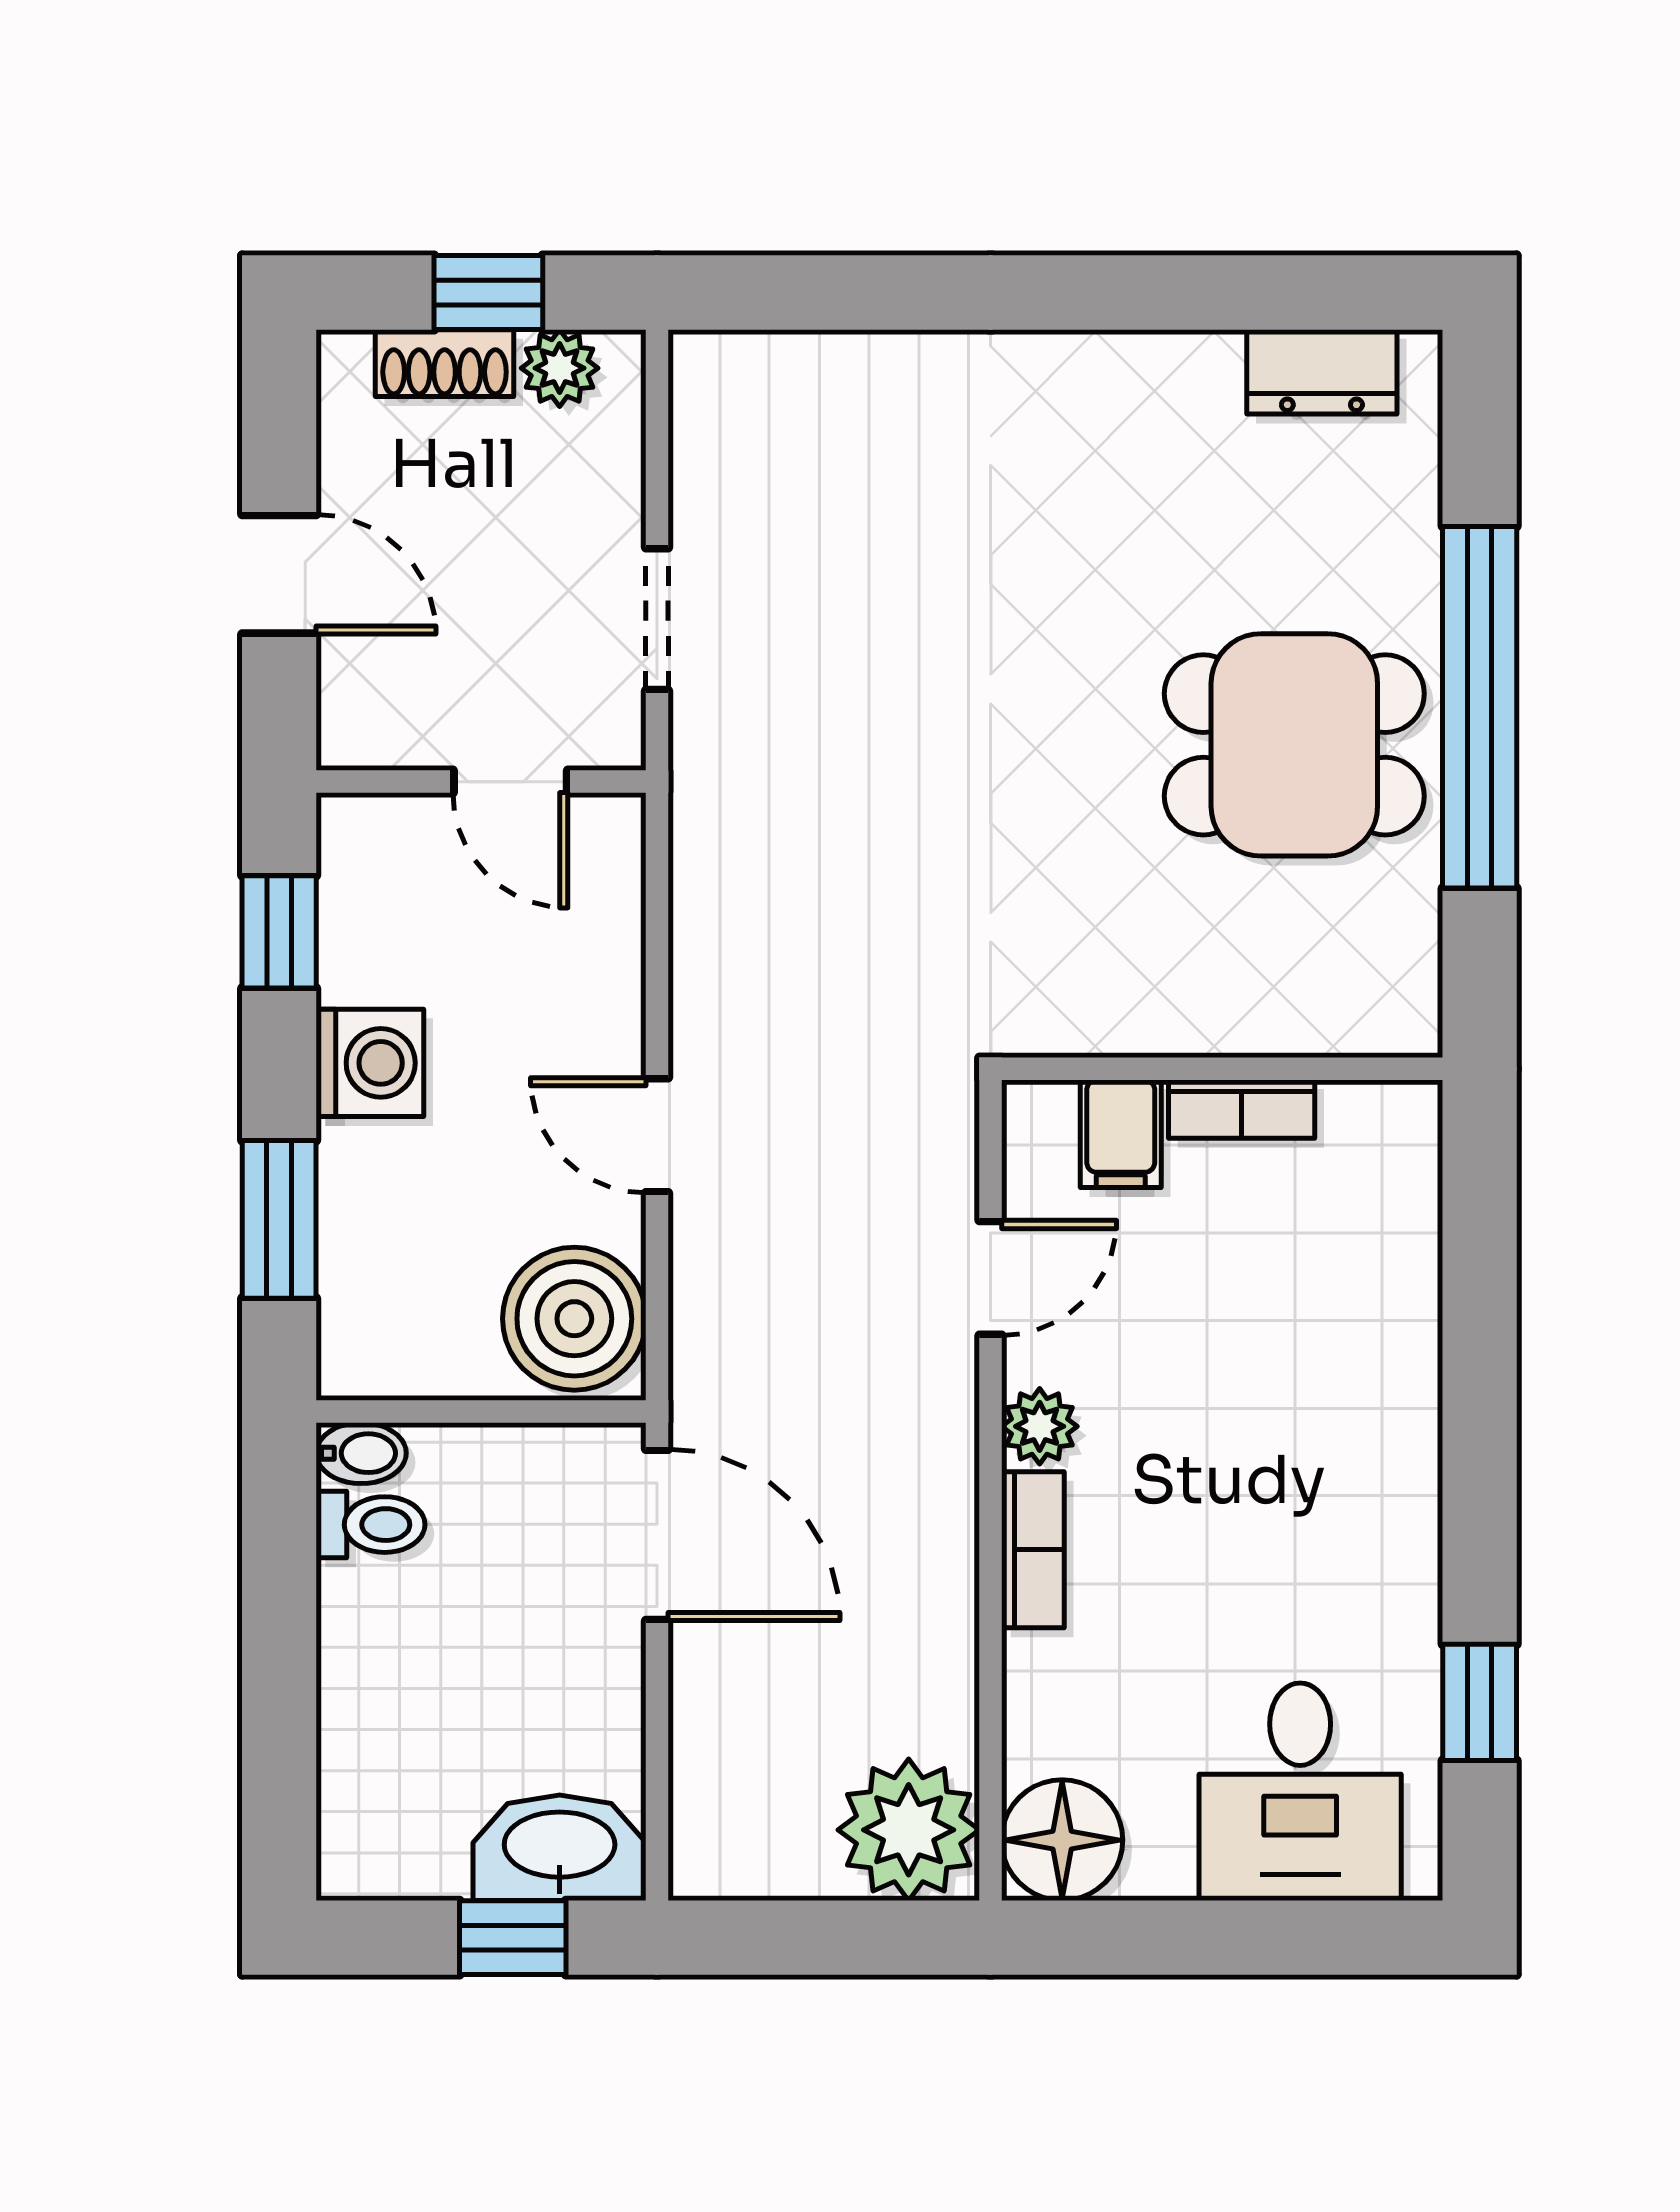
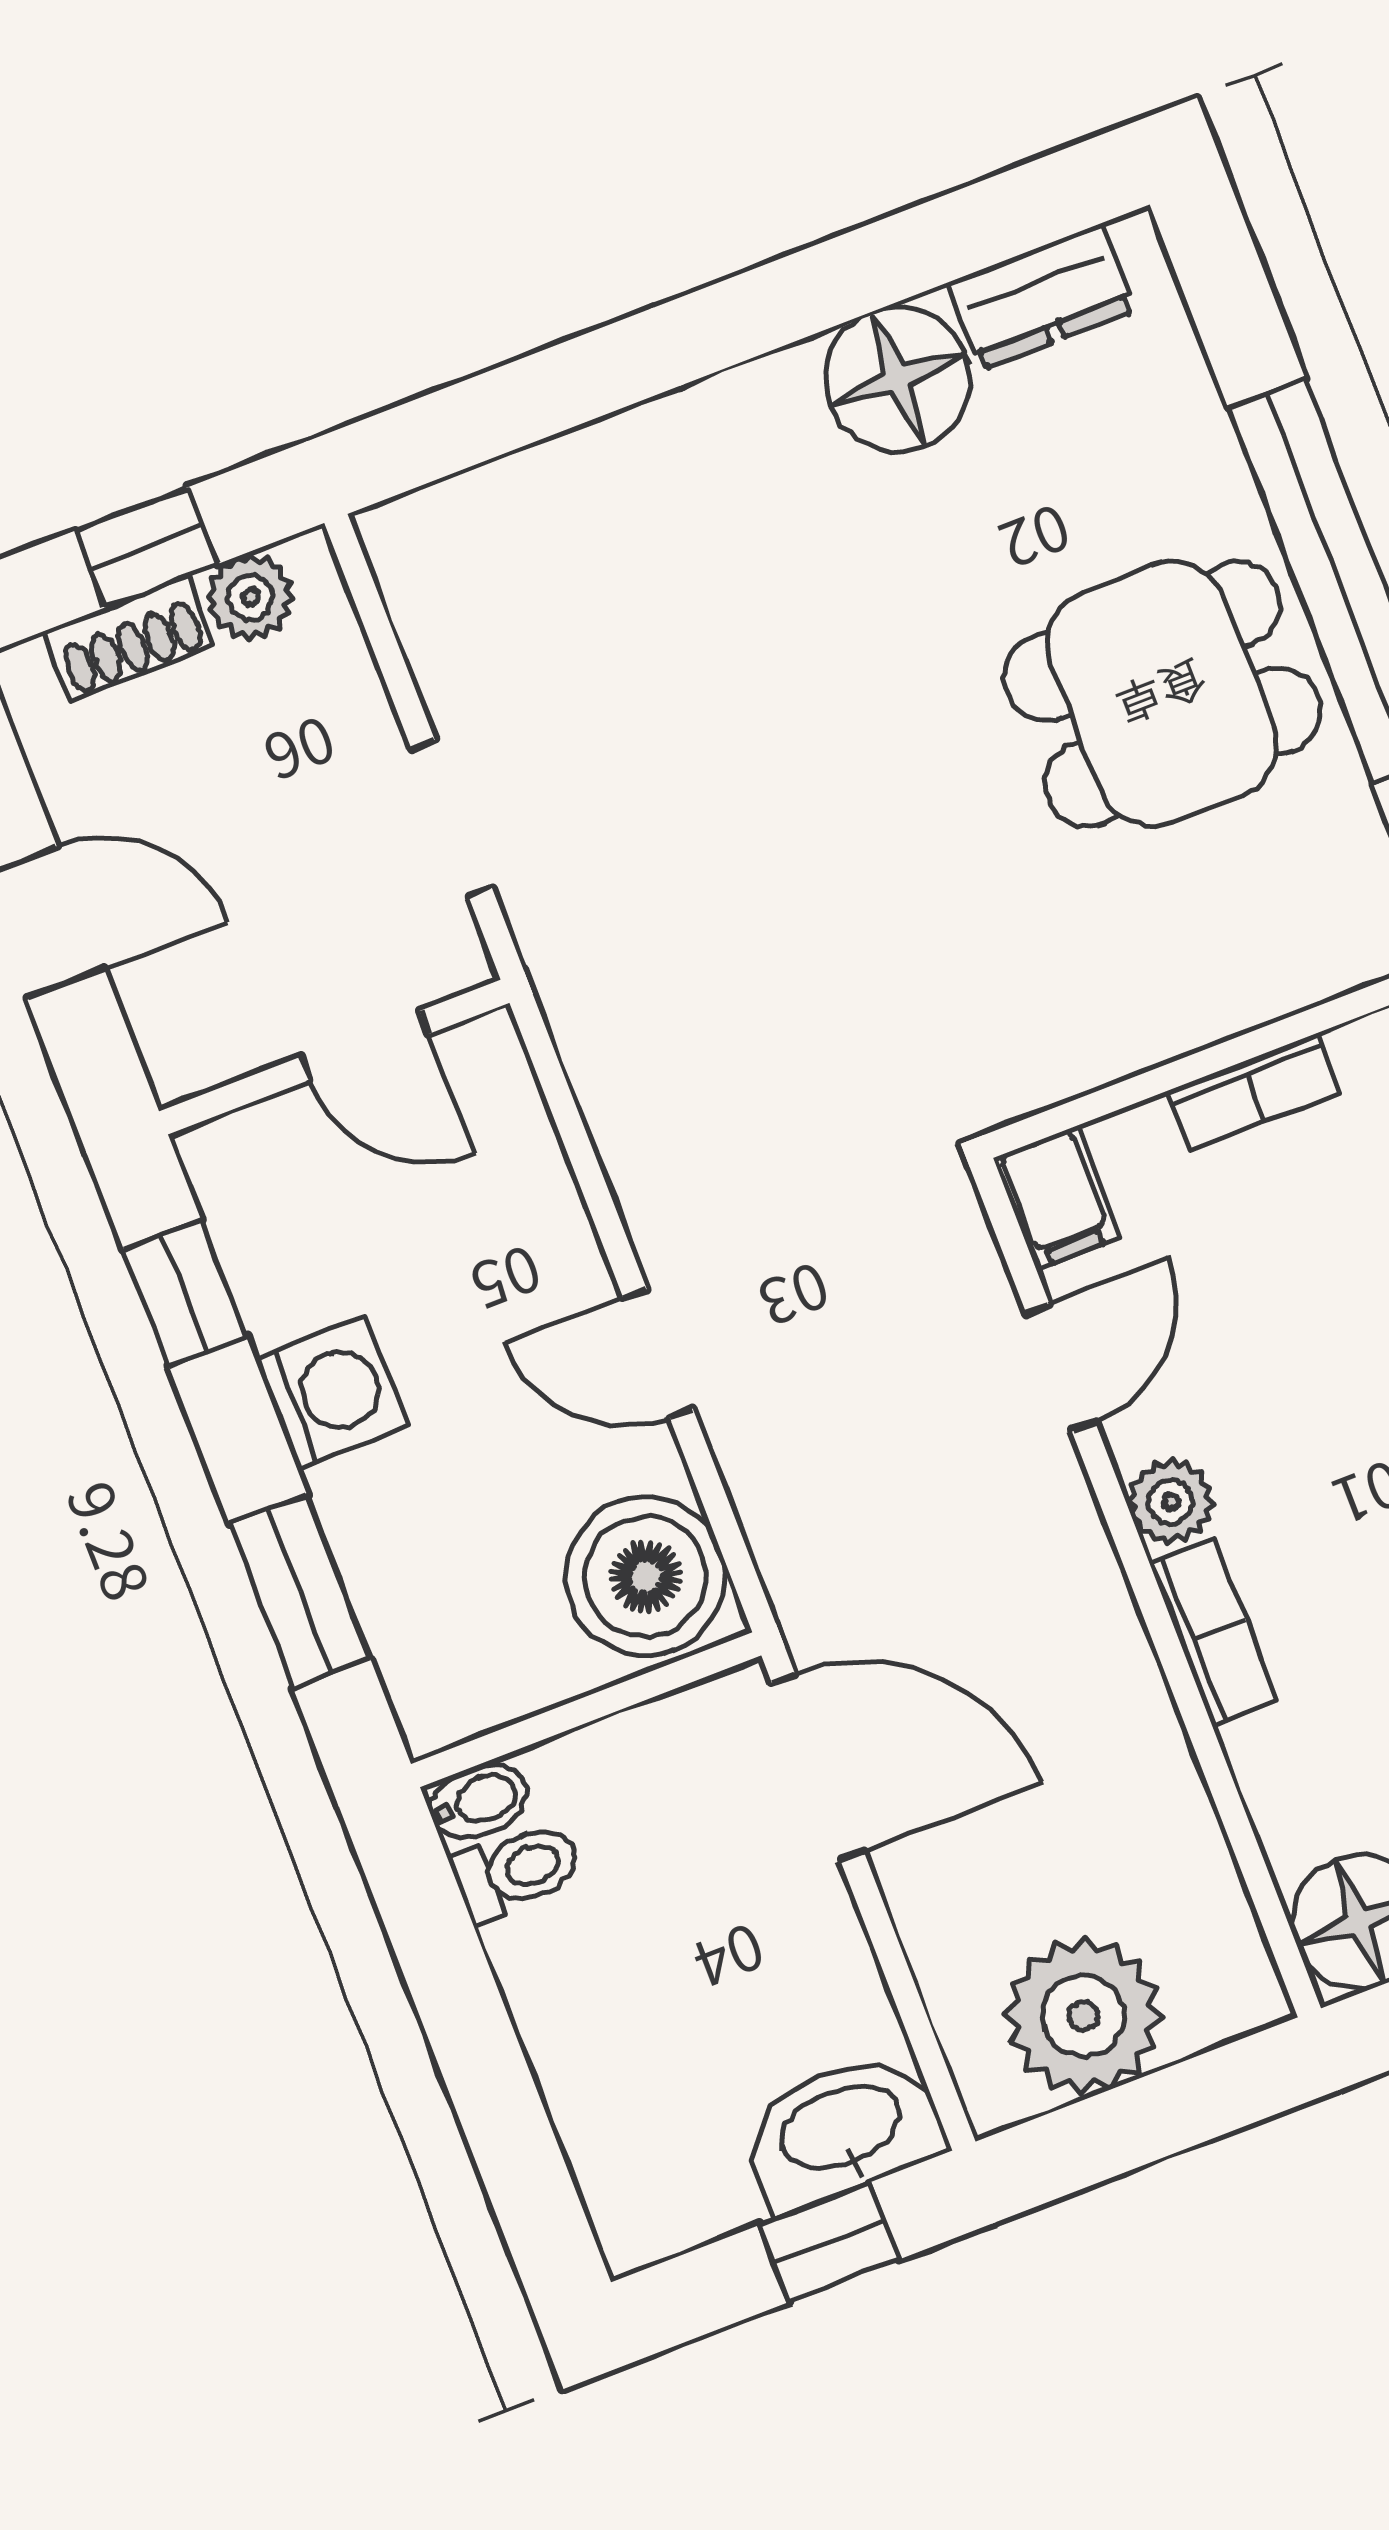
floor lamp: (1174, 395) -> (898, 379), added
filing cabinet: (1121, 1134) -> (1056, 1198), moved
plant: (909, 1830) -> (1083, 2016), moved

